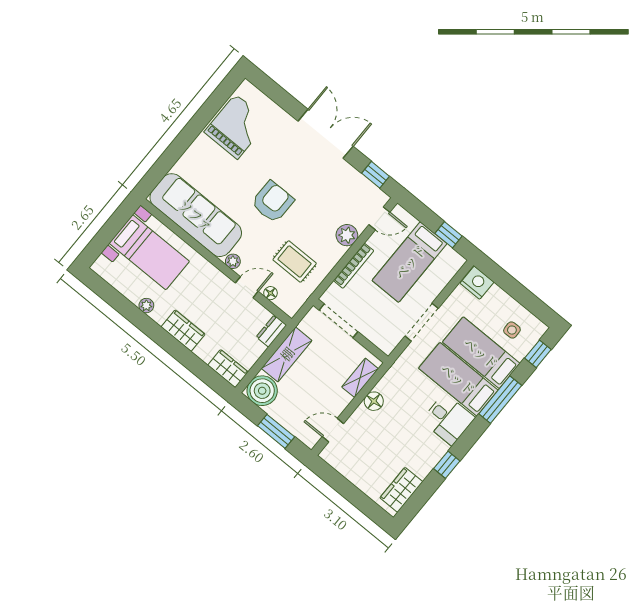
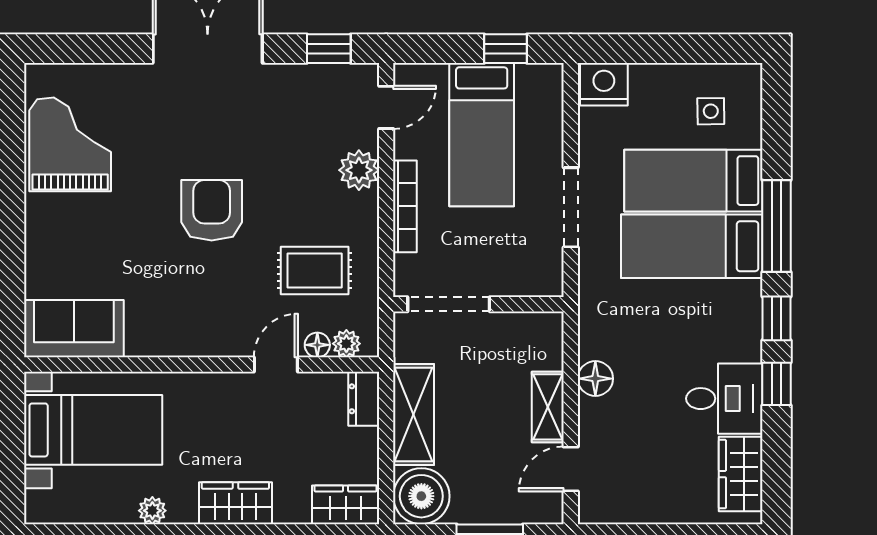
sofa: (196, 215) -> (74, 329), width x0.54, depth x0.79
plant: (233, 261) -> (346, 344), moved
window: (538, 354) -> (777, 318), moved
shelving: (360, 378) -> (548, 407), moved
desk: (448, 419) -> (724, 399), moved

